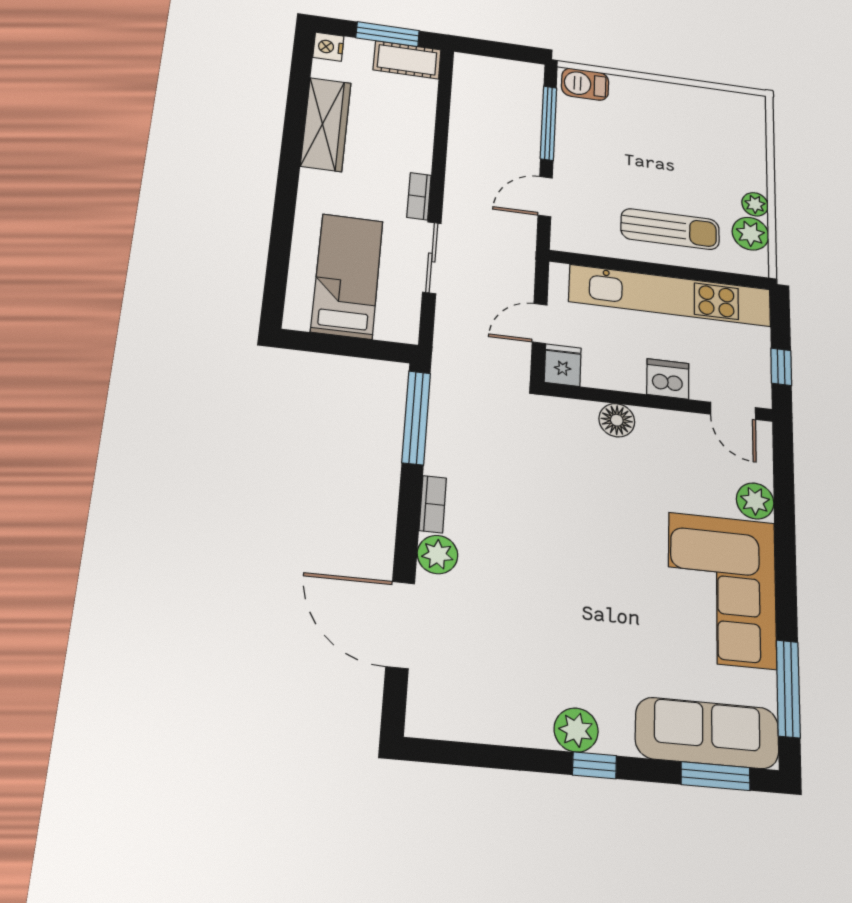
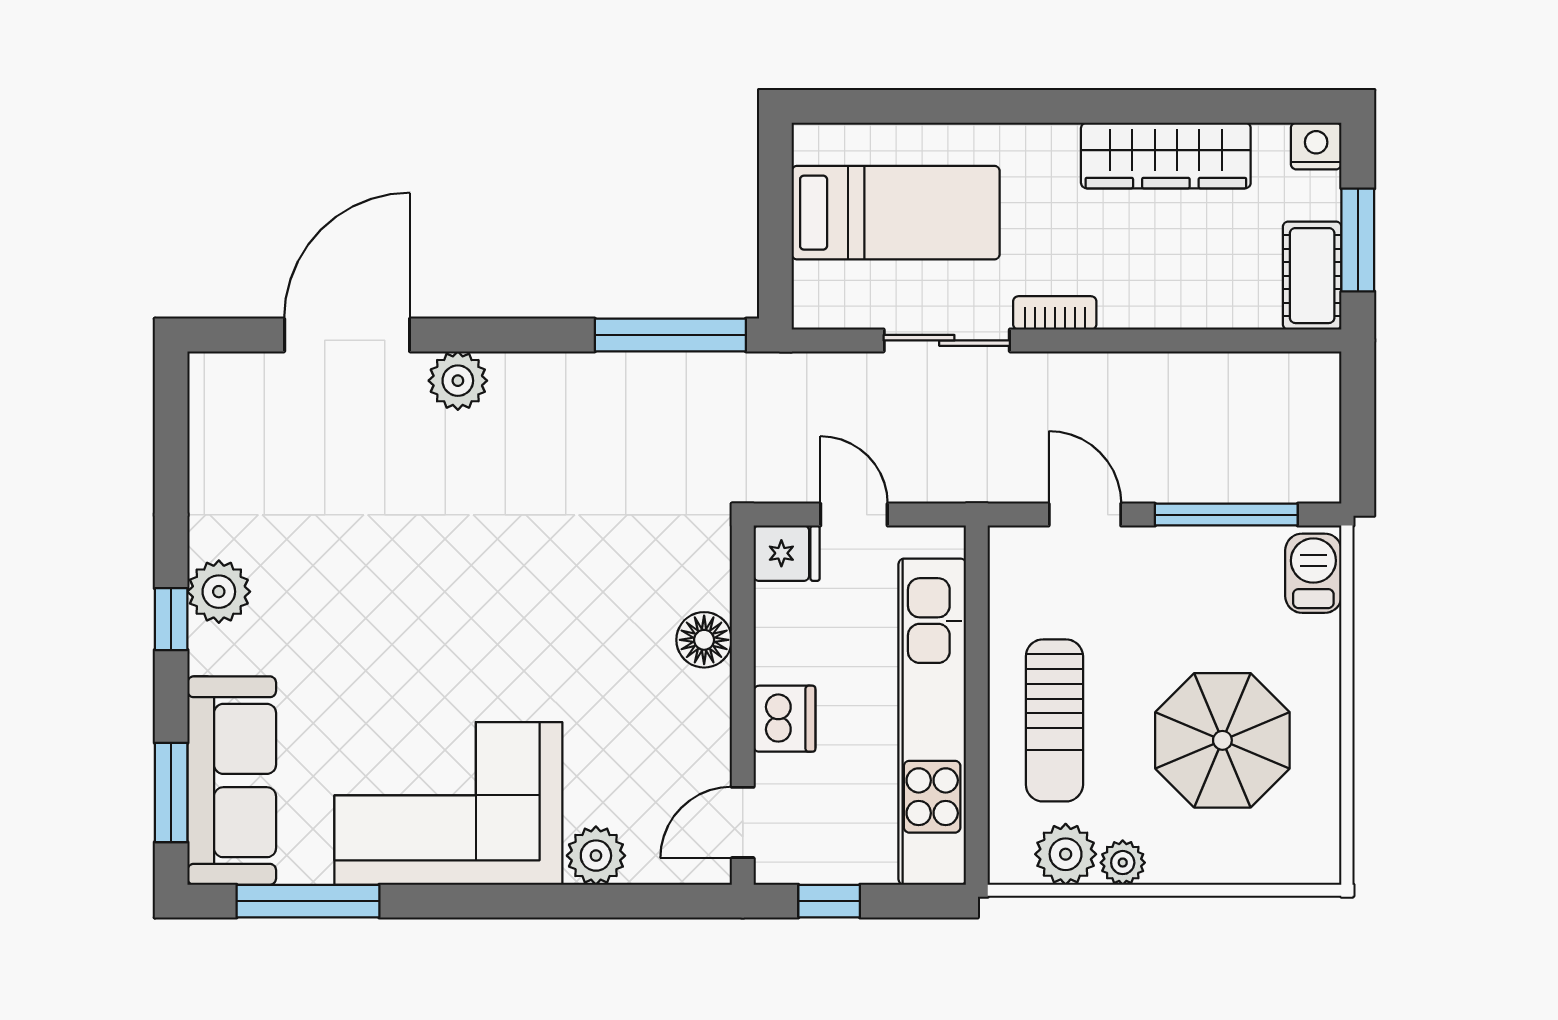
parasol: (683, 143) -> (1222, 740), added
bookcase: (433, 504) -> (535, 369), removed

